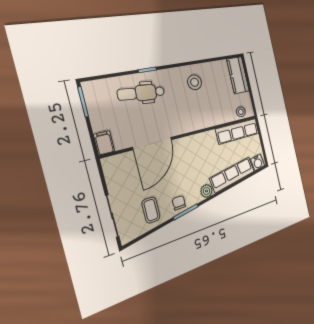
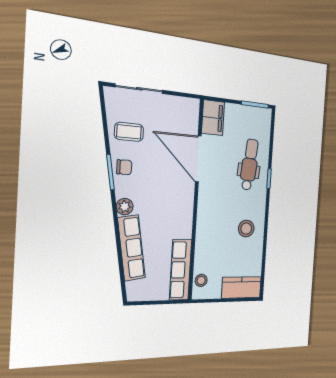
filing cabinet: (104, 143) -> (213, 118), width x2.00
water cooler: (258, 162) -> (134, 290), removed

